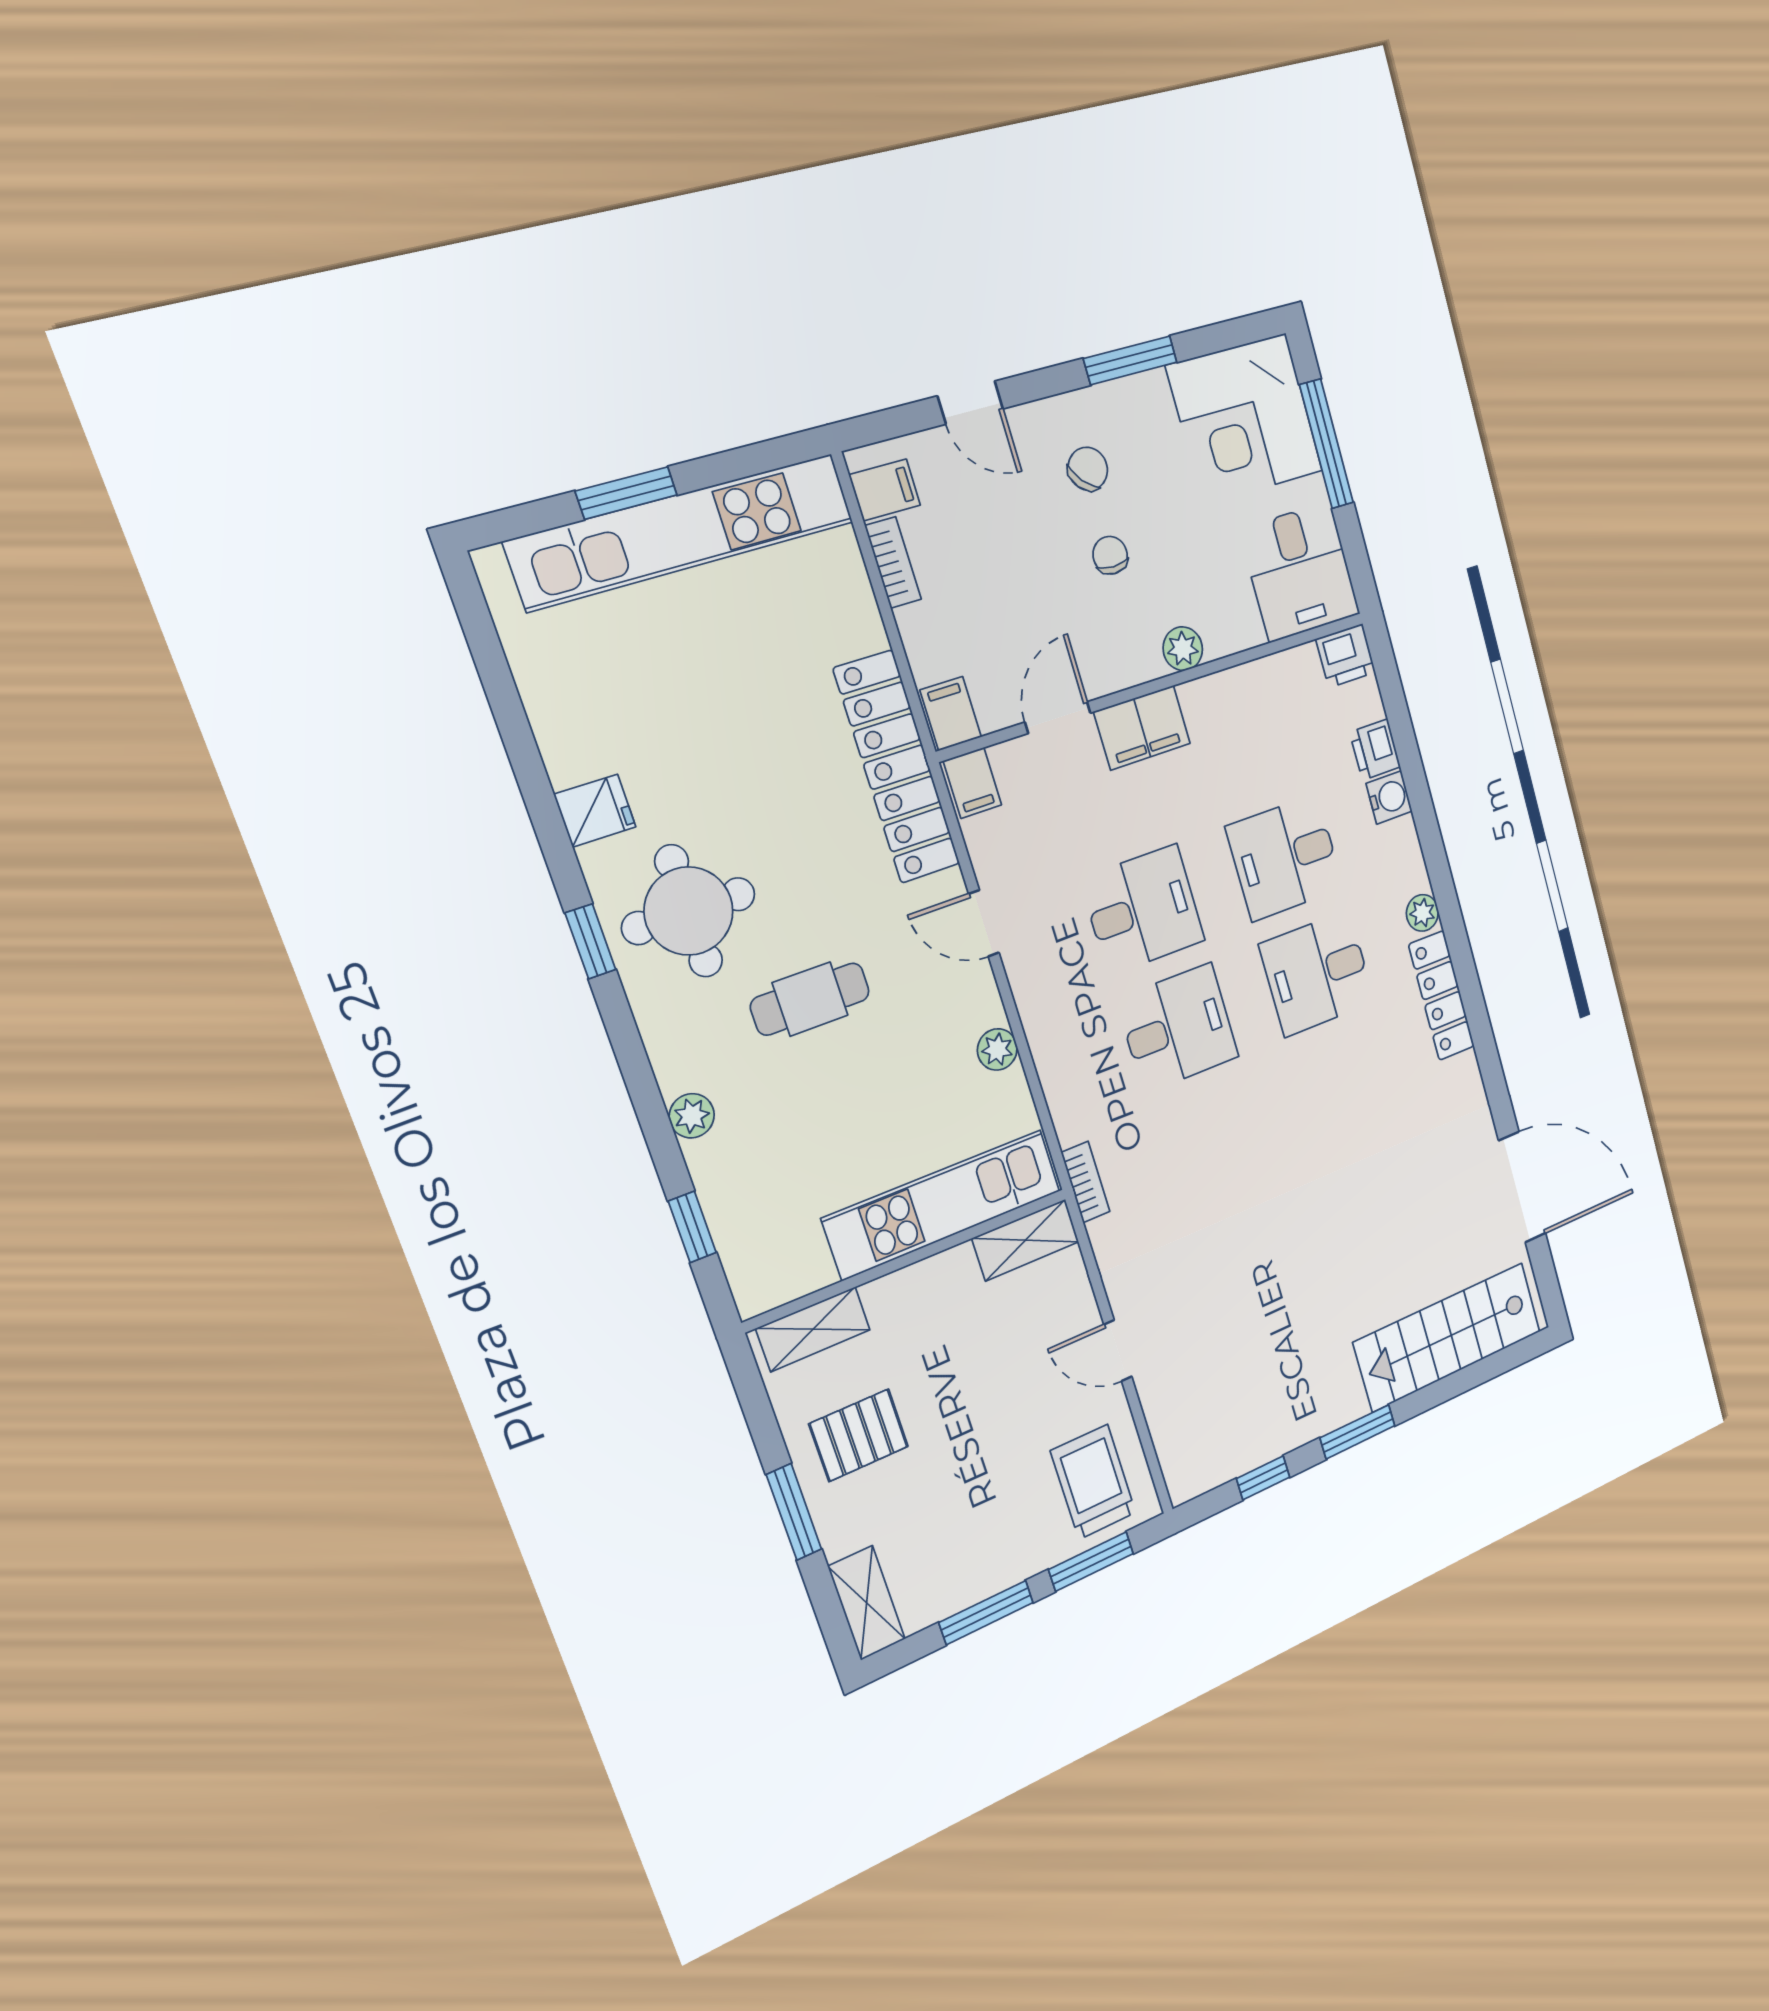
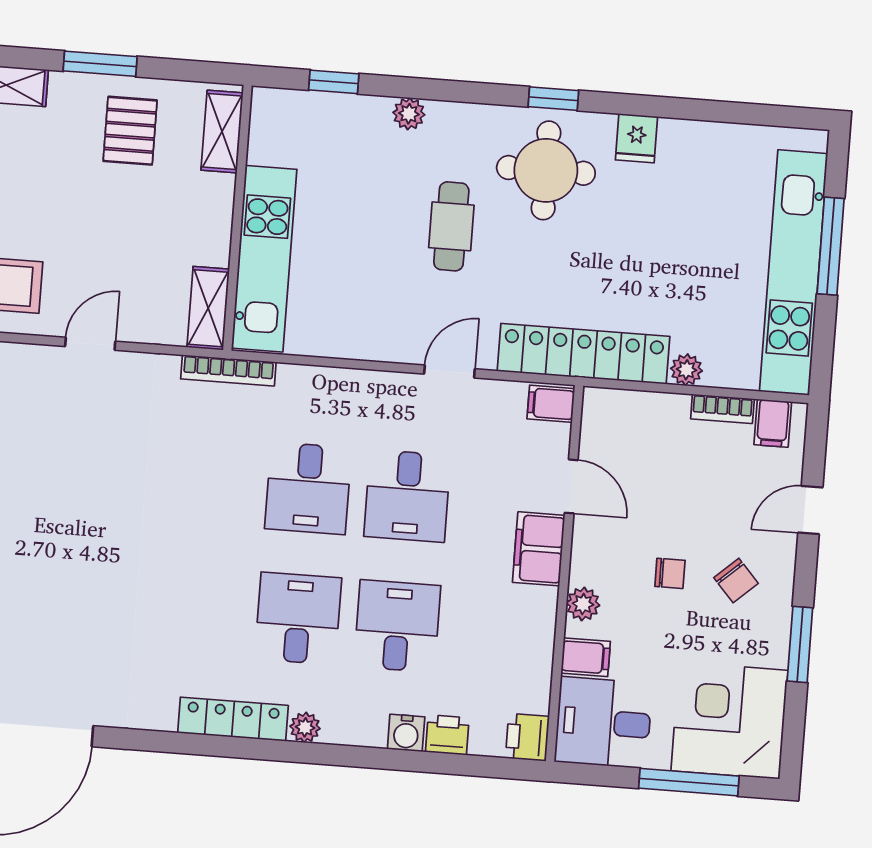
window: (626, 493) -> (831, 246), width x1.44
filing cabinet: (951, 714) -> (586, 657), moved
plant: (997, 1049) -> (686, 370), moved
bookcase: (1086, 1182) -> (228, 370), width x1.56

